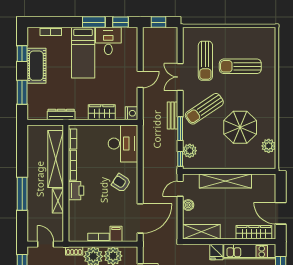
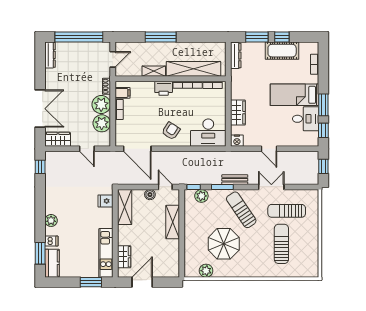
window: (22, 54) -> (282, 37), moved
dresser: (61, 115) -> (236, 56), moved
shelving: (225, 181) -> (173, 222), width x0.68
wardrobe: (254, 232) -> (124, 257), width x0.67
filing cabinet: (116, 234) -> (123, 93), moved
fridge: (216, 252) -> (105, 201), moved

